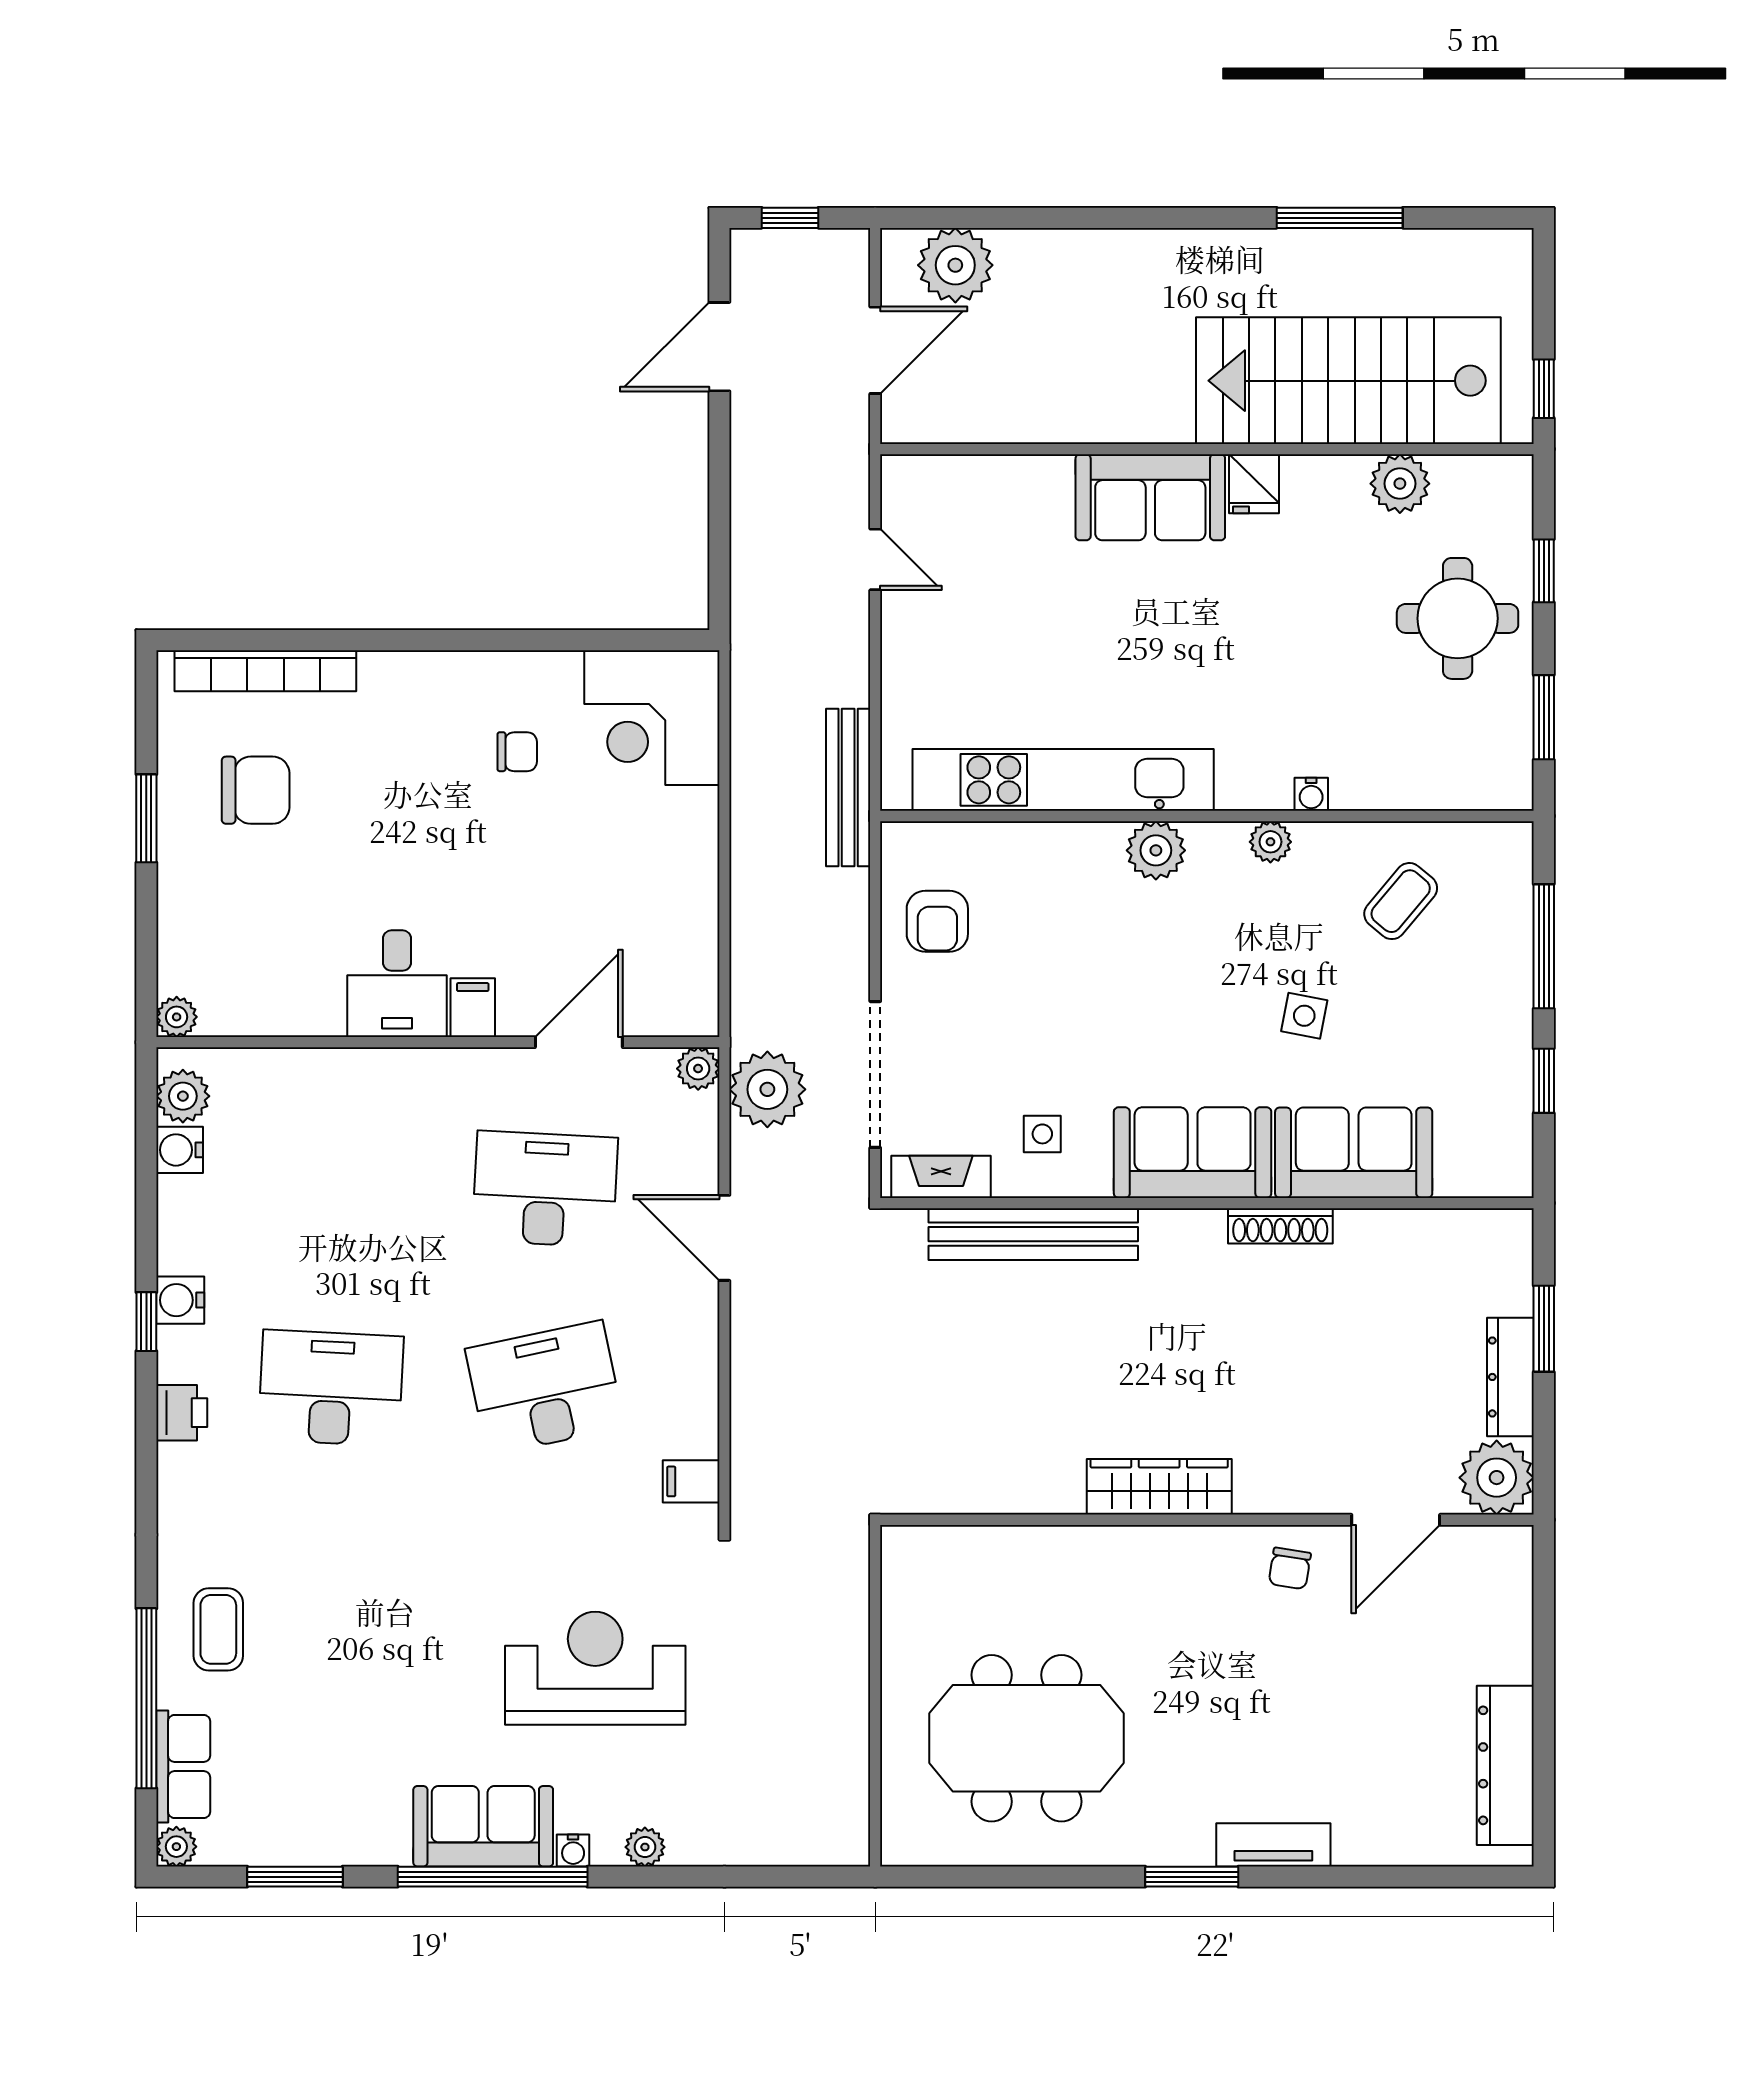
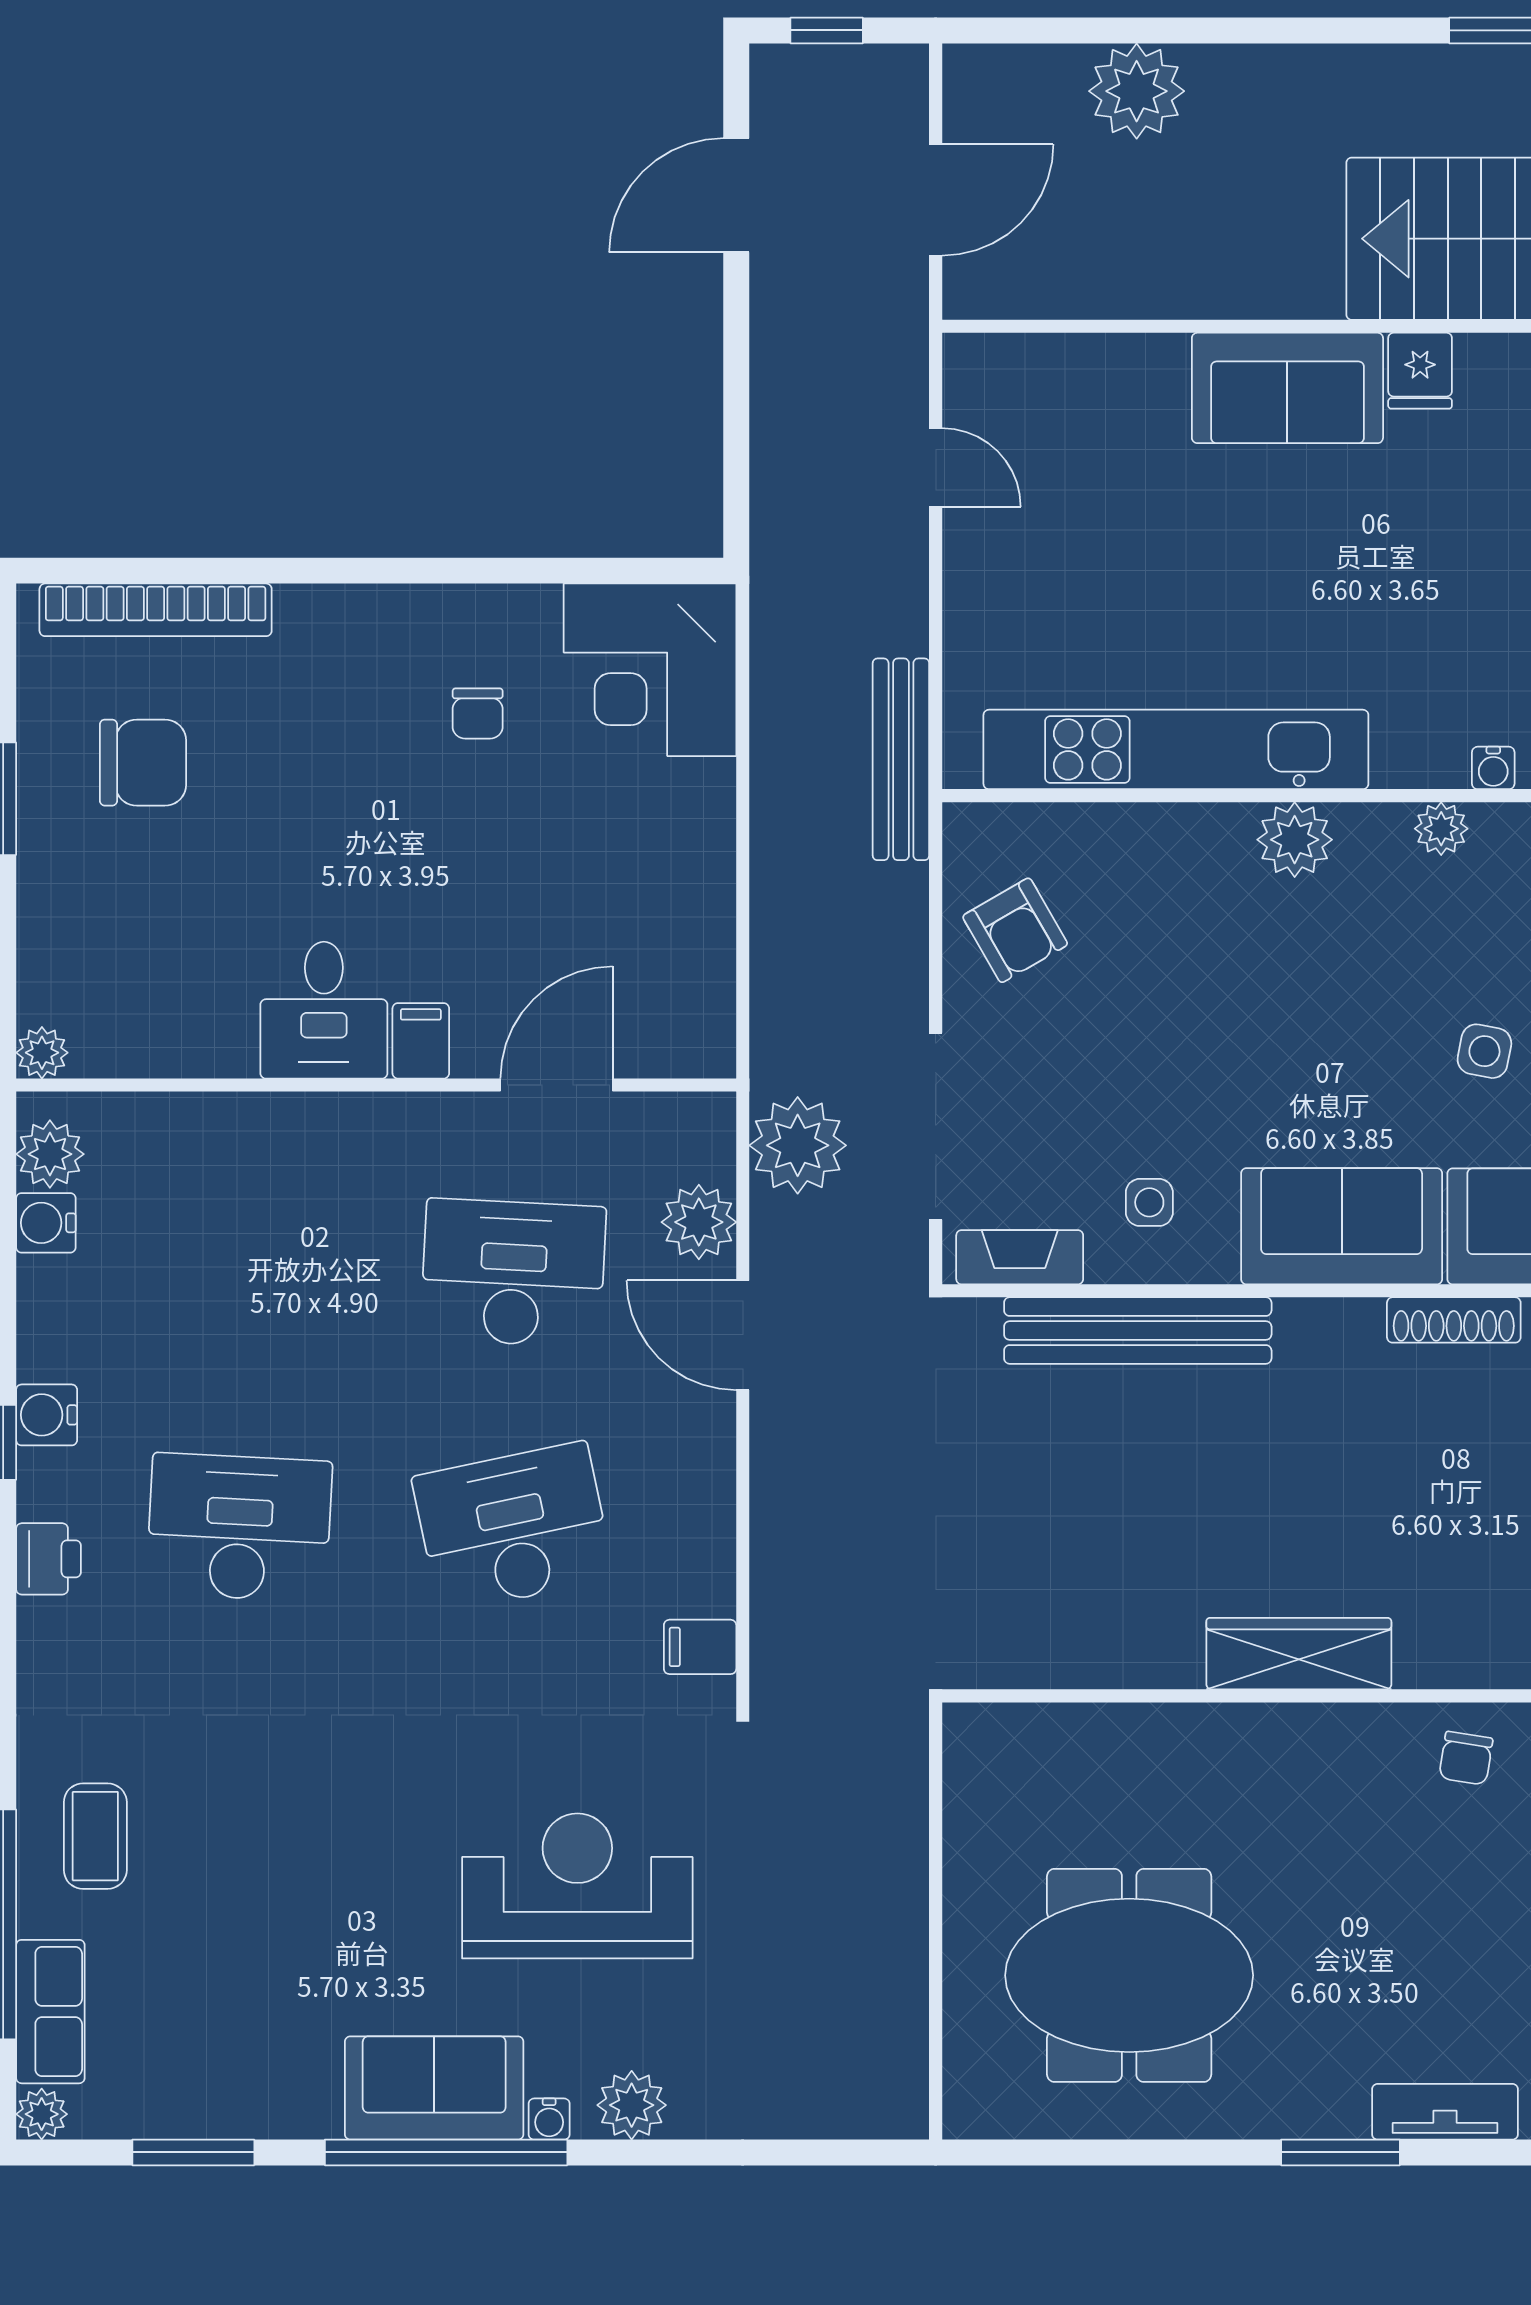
plant: (955, 265) -> (1137, 91), moved
chair: (517, 752) -> (478, 713), turned 90
armchair: (937, 921) -> (1015, 930), turned -30
plant: (698, 1069) -> (699, 1222), moved, width x1.38, depth x1.38
plant: (645, 1847) -> (632, 2105), width x1.38, depth x1.38

